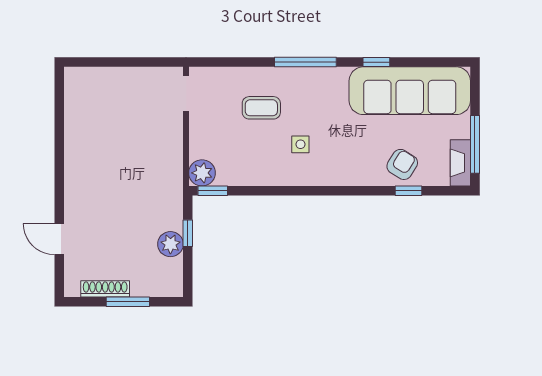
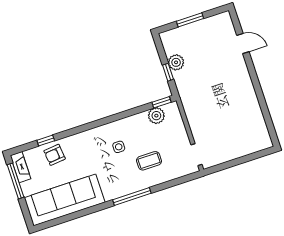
window: (376, 62) -> (90, 210), removed
armchair: (402, 164) -> (55, 155), turned 52
plant: (202, 173) -> (156, 116), moved
shoe rack: (105, 289) -> (206, 23), removed

